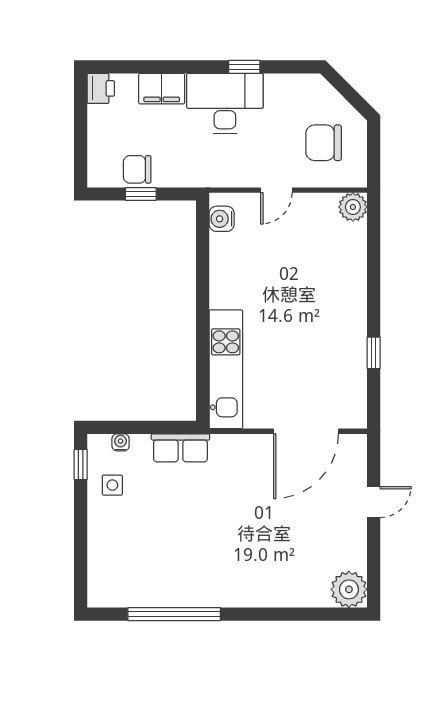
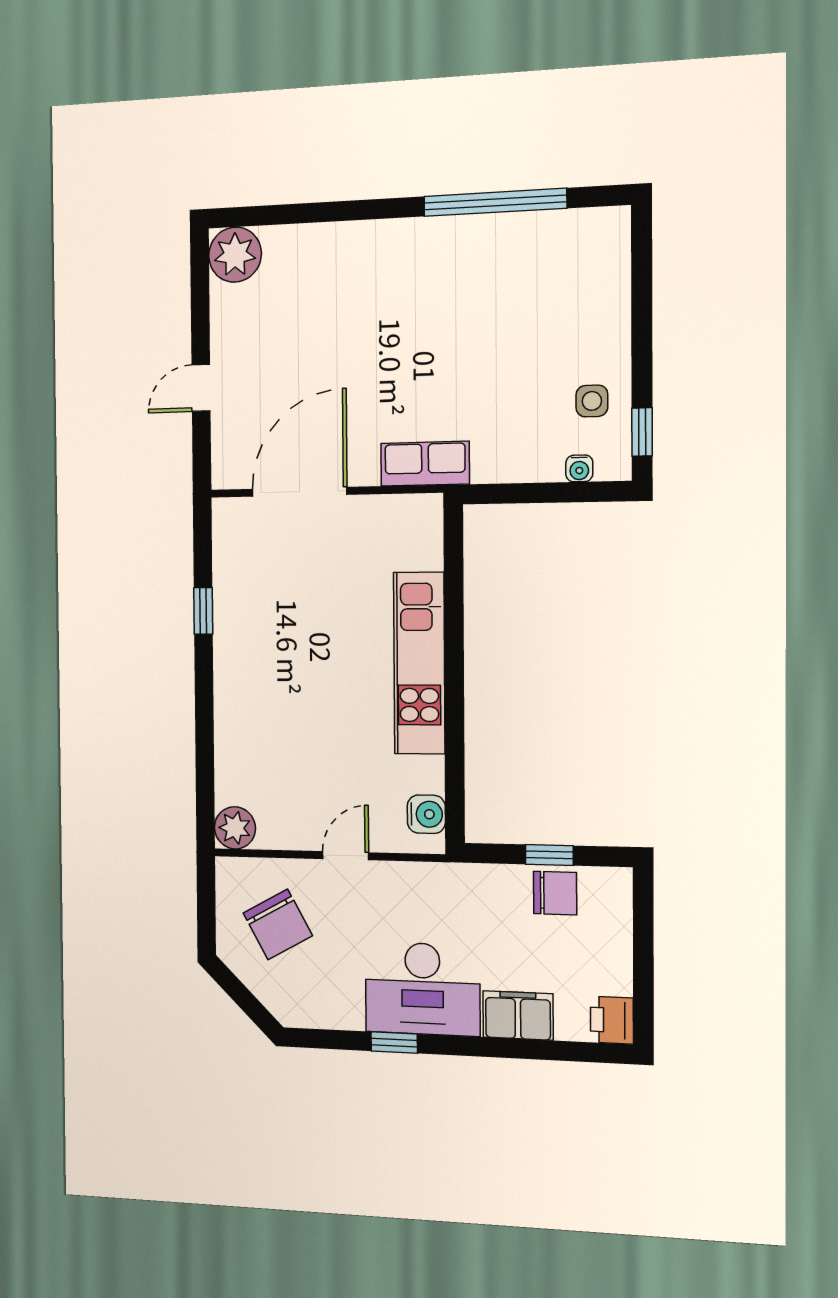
chair: (324, 143) -> (278, 924), turned 61
kitchen unit: (226, 369) -> (419, 663), moved
row of seats: (180, 448) -> (425, 464), moved

